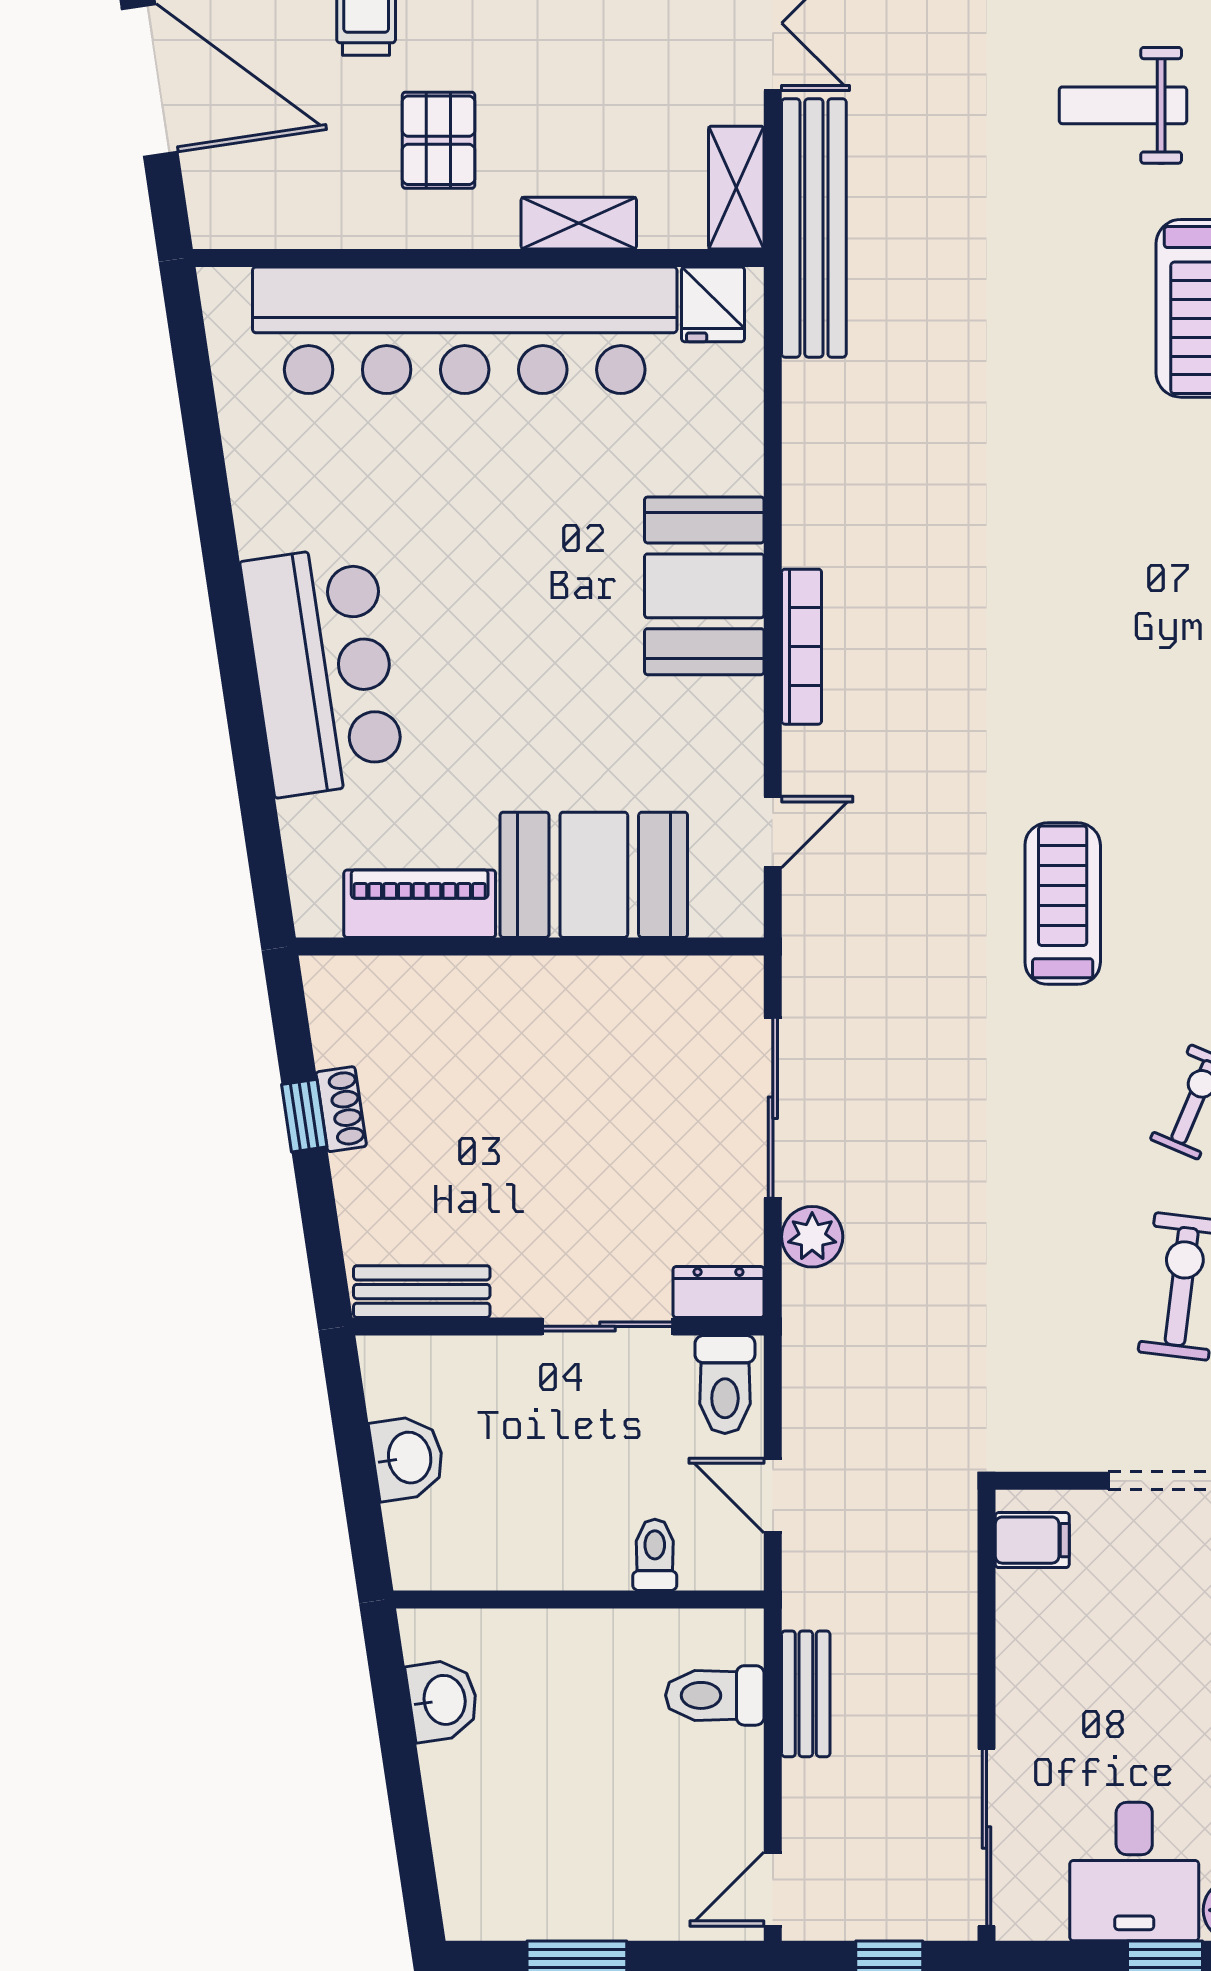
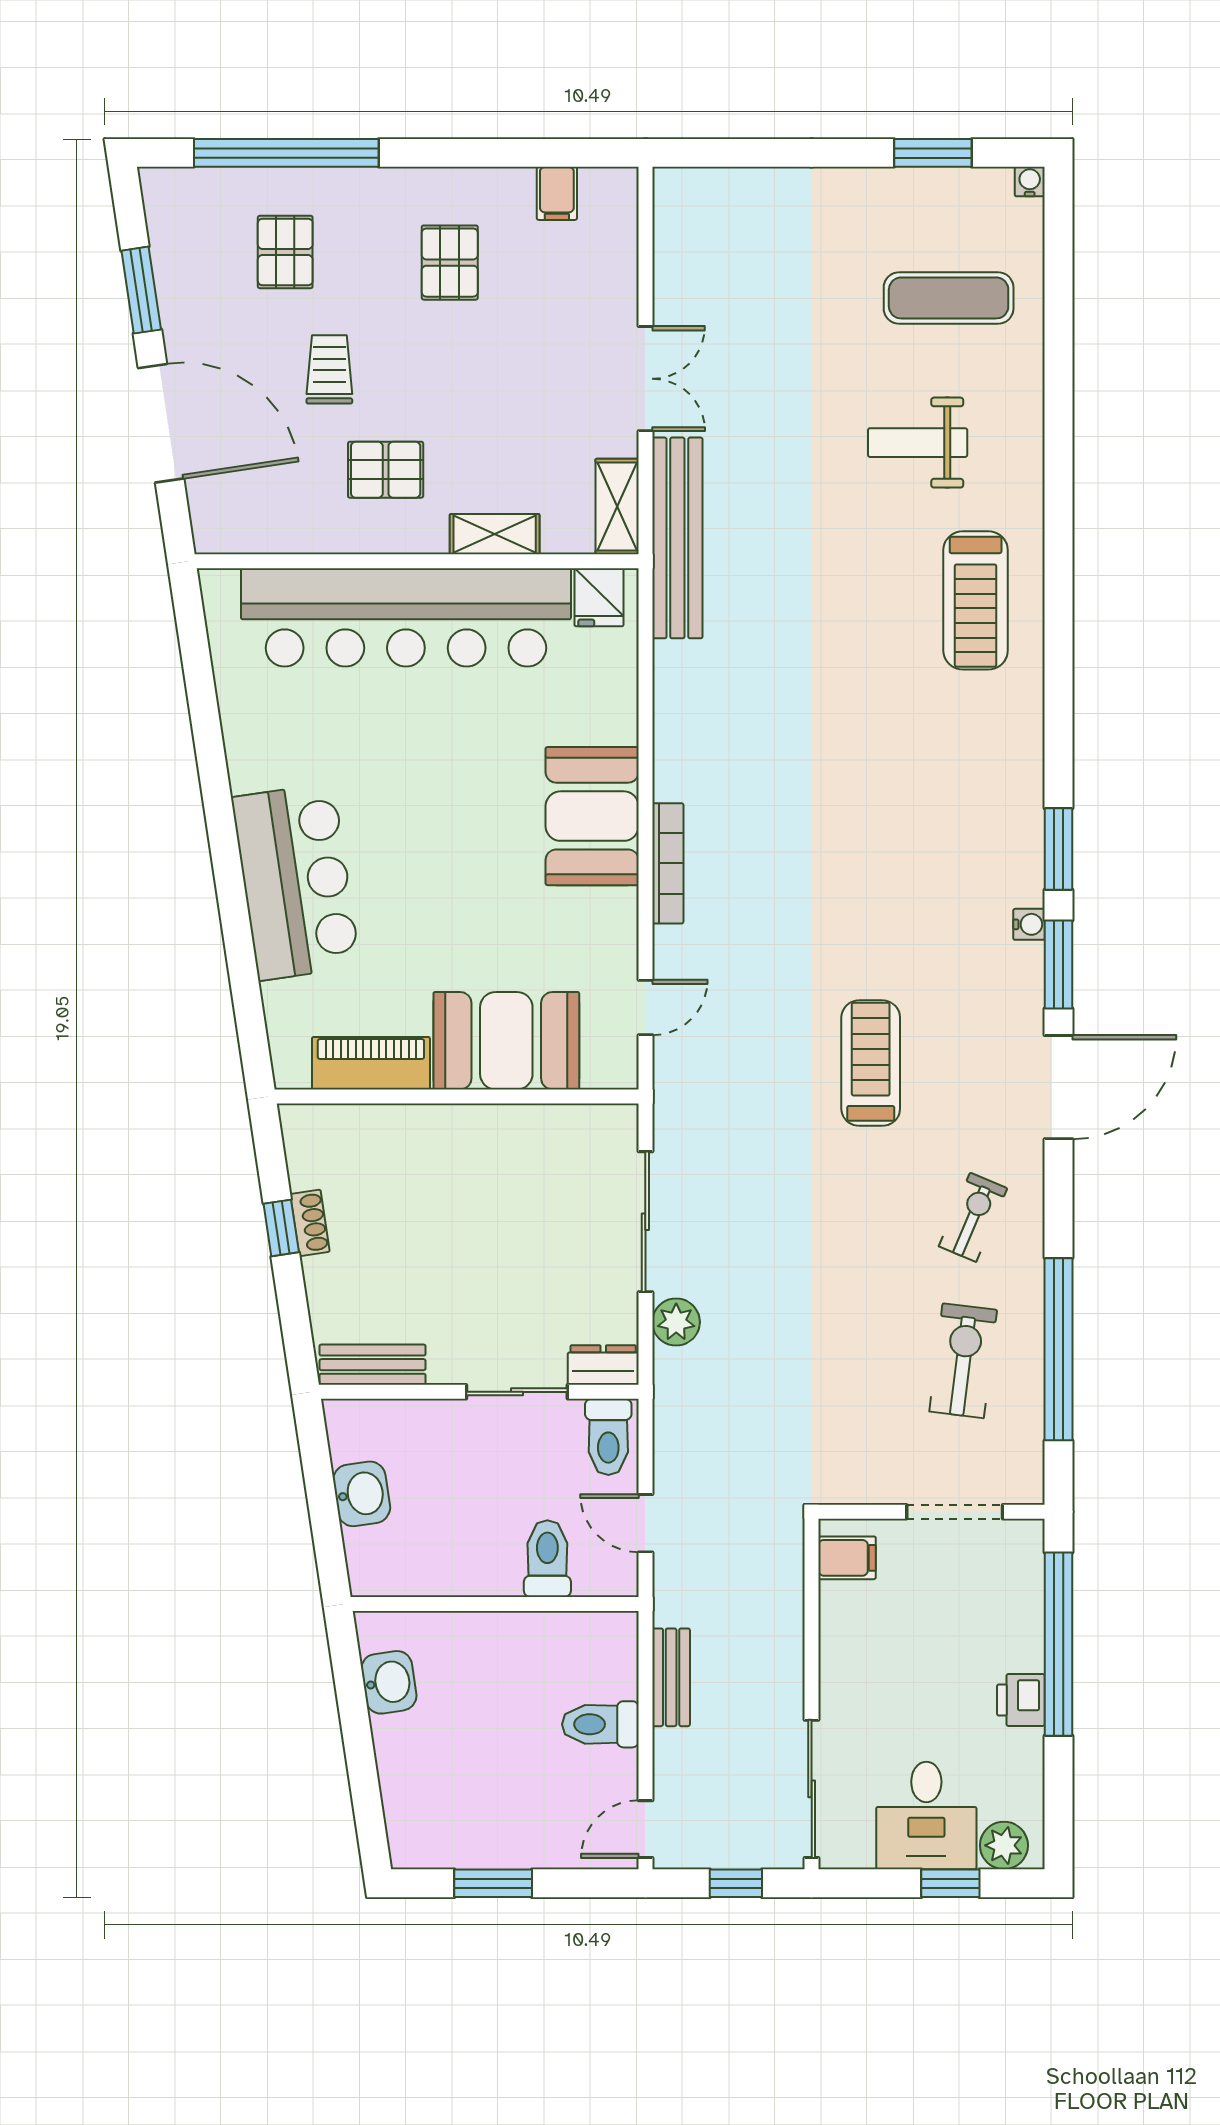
pallet: (439, 140) -> (386, 470), turned 90
toilet: (655, 1555) -> (547, 1559), width x1.37, depth x1.39
toilet: (715, 1695) -> (600, 1724), moved

